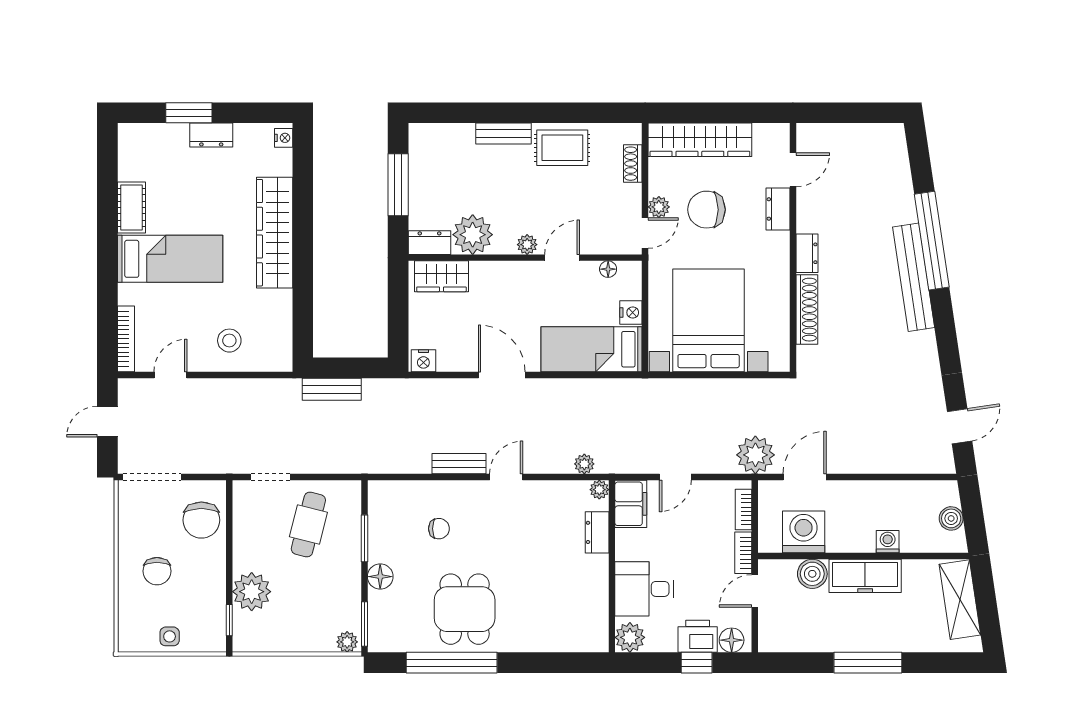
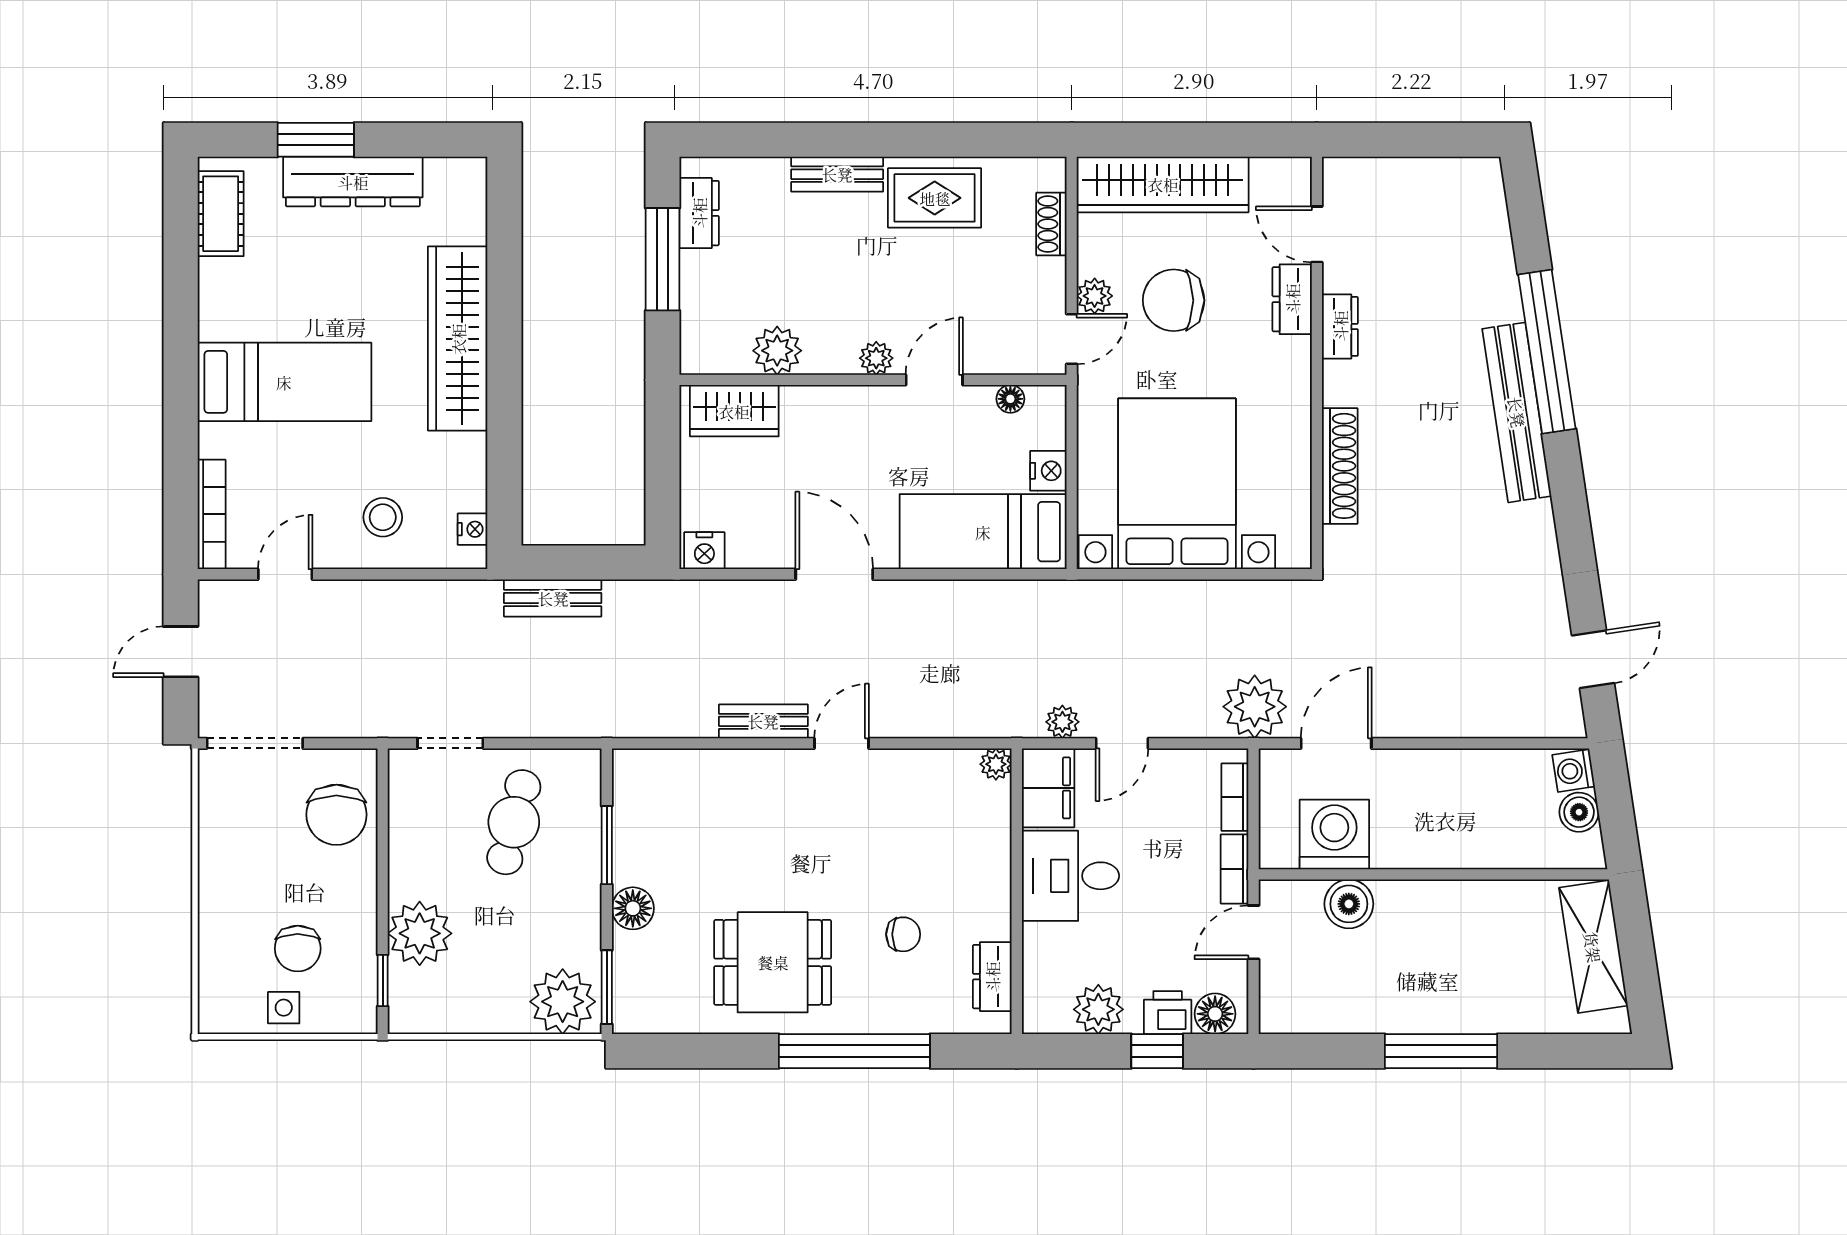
dresser: (211, 135) -> (353, 182), width x1.96, depth x1.24
nightstand: (284, 138) -> (473, 529), moved
door: (793, 170) -> (1317, 234), swing flipped
cot: (132, 208) -> (221, 214), moved
plant: (473, 235) -> (777, 351), width x0.73, depth x0.73
dresser: (429, 243) -> (699, 213), moved, turned 90
dresser: (807, 253) -> (1340, 326), moved
plant: (584, 464) -> (1062, 722), moved
chair: (439, 529) -> (903, 934), moved
dresser: (597, 532) -> (992, 977), moved
washing machine: (888, 542) -> (1574, 771), moved, turned -99
chair: (157, 571) -> (298, 949), moved
freezer: (865, 576) -> (1436, 907), removed
desk: (644, 589) -> (1070, 876), moved
dining table: (465, 609) -> (773, 962), turned 90
printer: (698, 636) -> (1168, 1013), width x0.73, depth x0.81
plant: (630, 637) -> (1098, 1009), moved
plant: (347, 642) -> (563, 1002), width x1.87, depth x1.87
window: (452, 663) -> (854, 1051), moved

